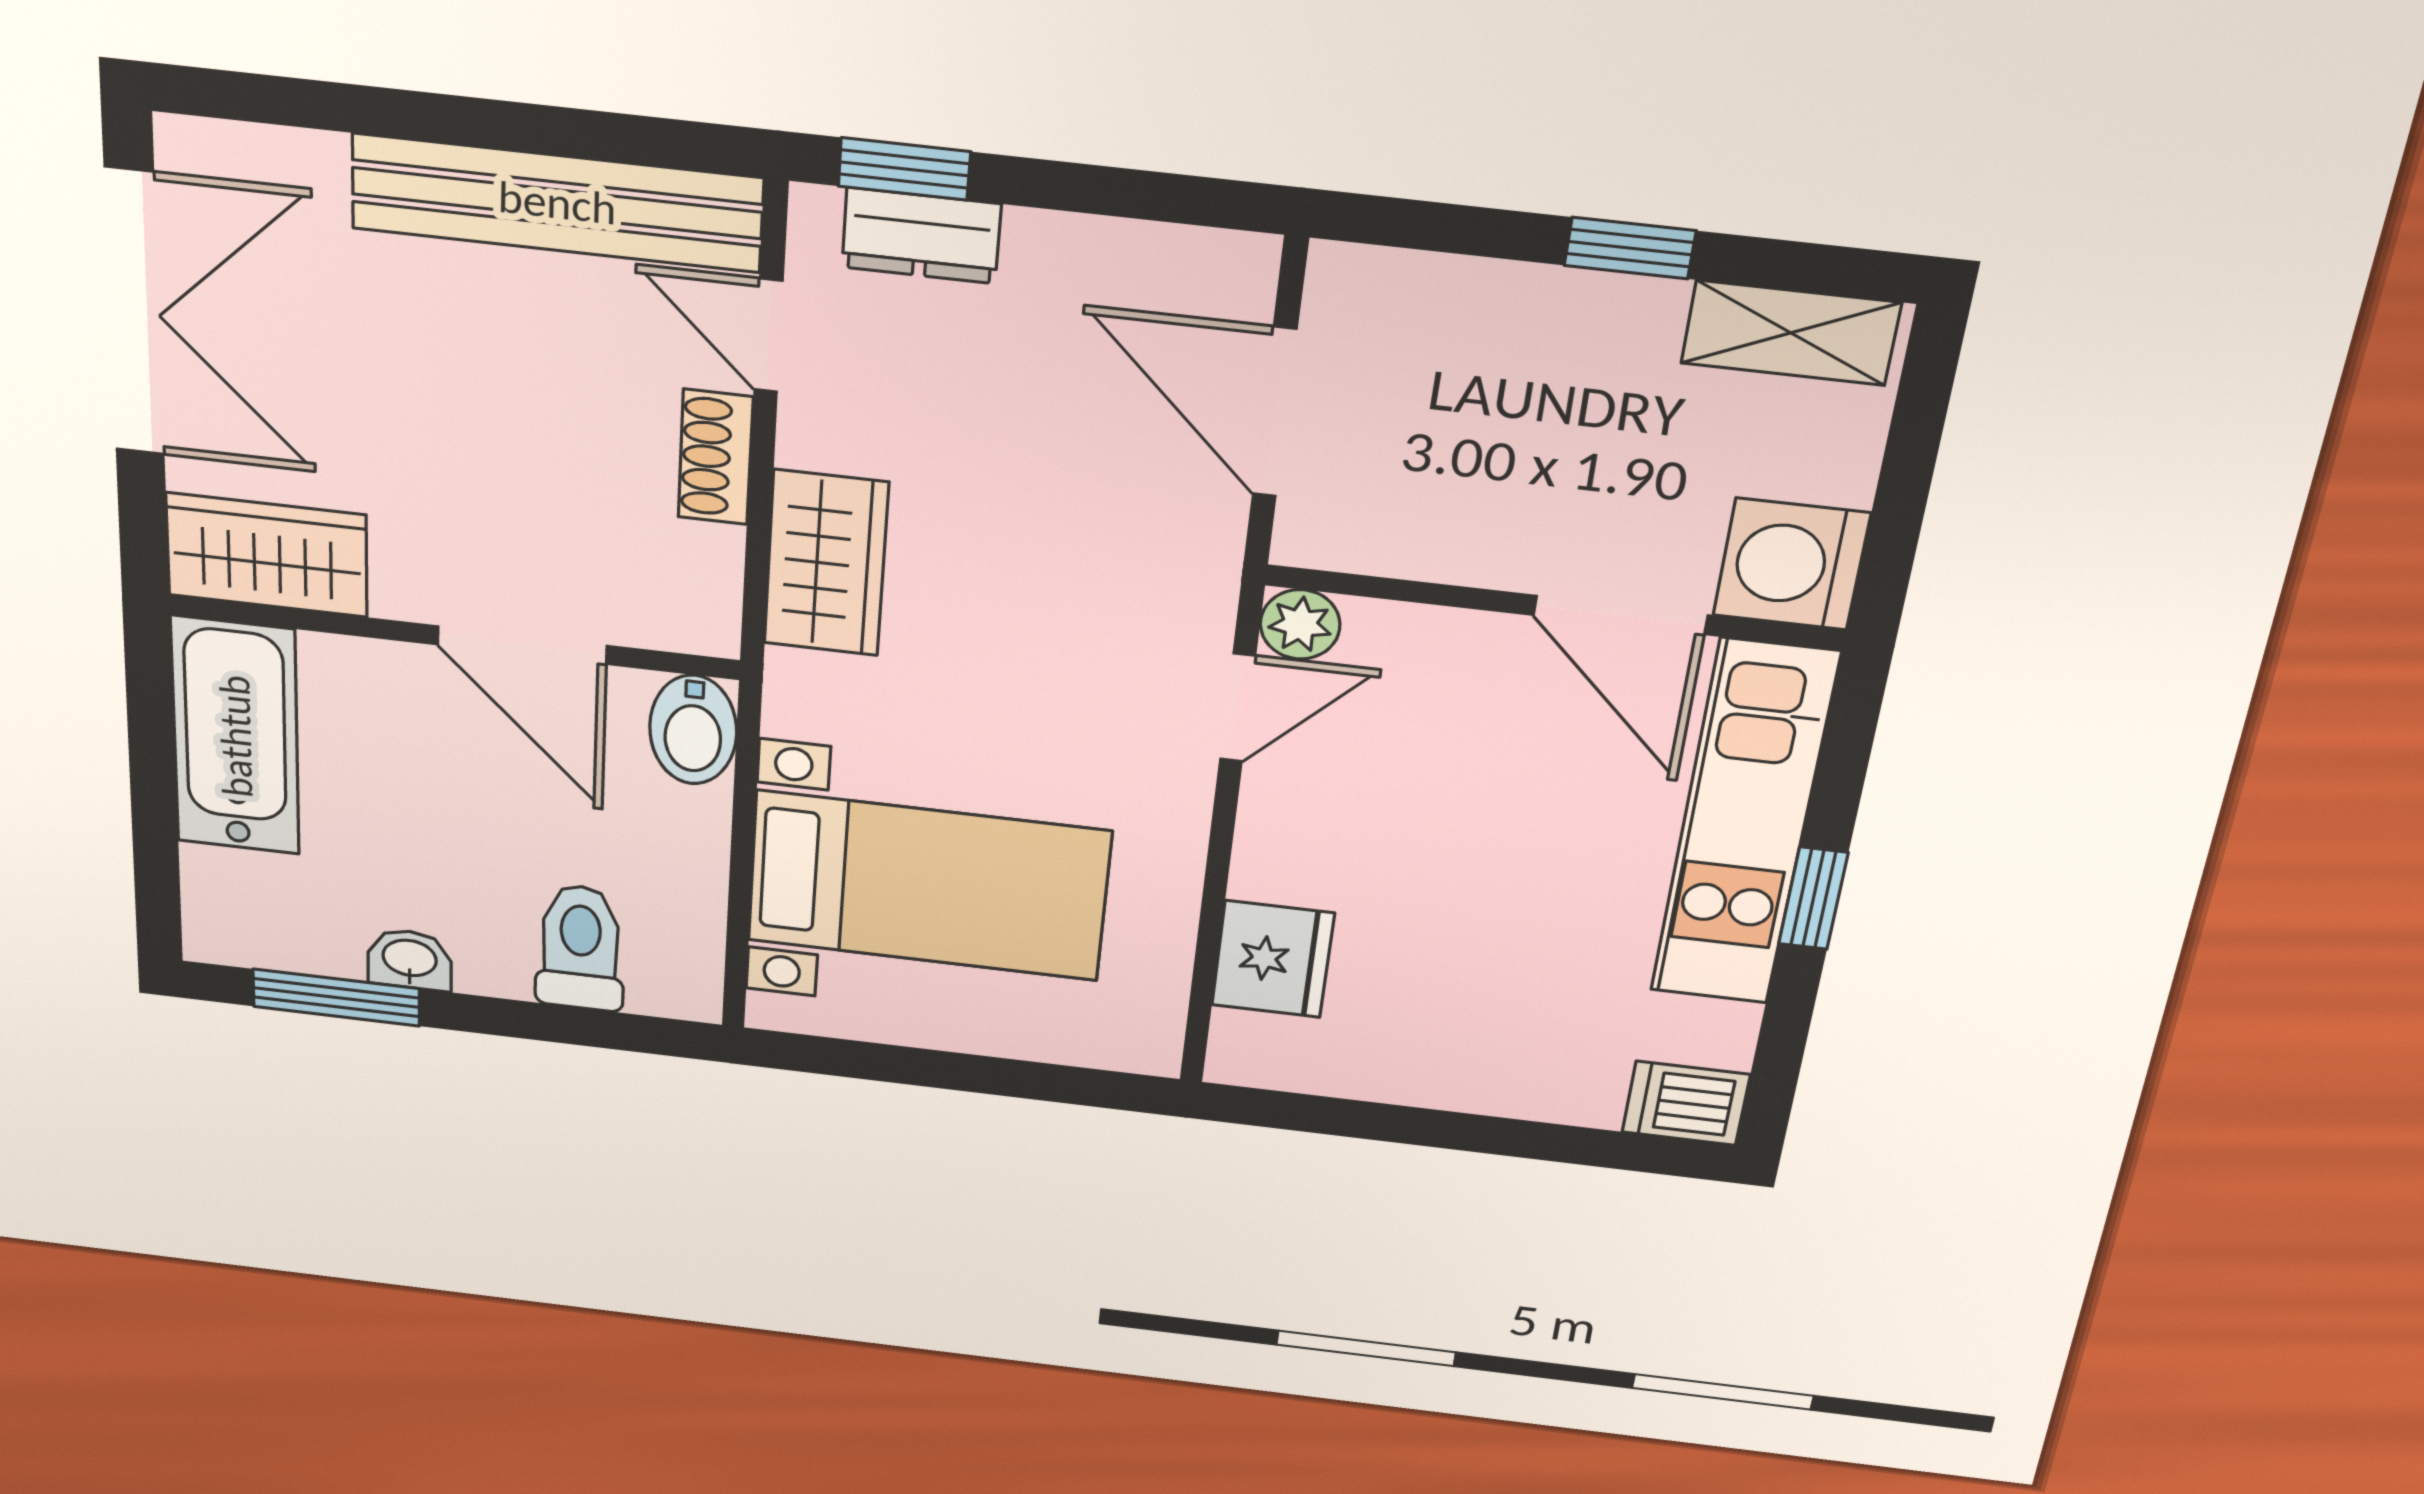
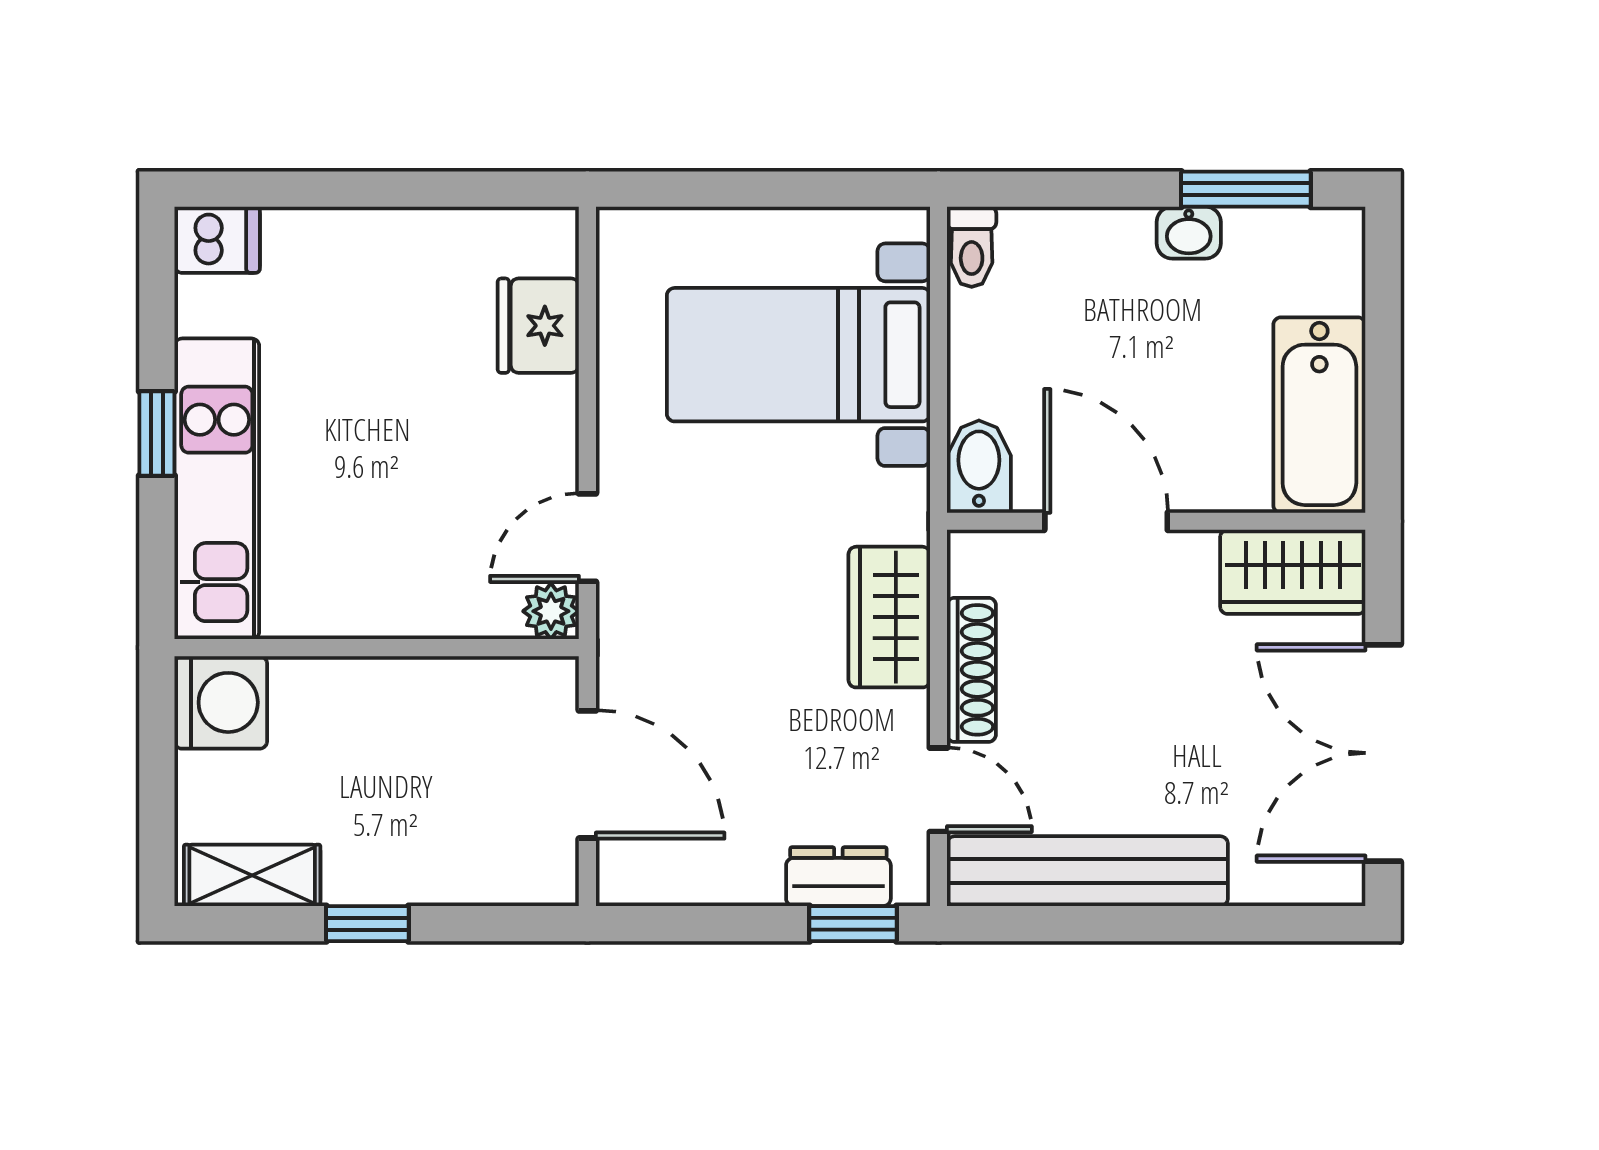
shoe rack: (715, 457) -> (971, 670), width x1.43
door: (1621, 615) -> (330, 648), removed
toilet: (580, 948) -> (972, 247), moved, width x0.73, depth x0.72

